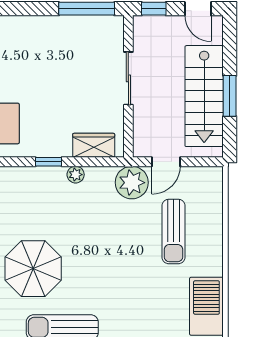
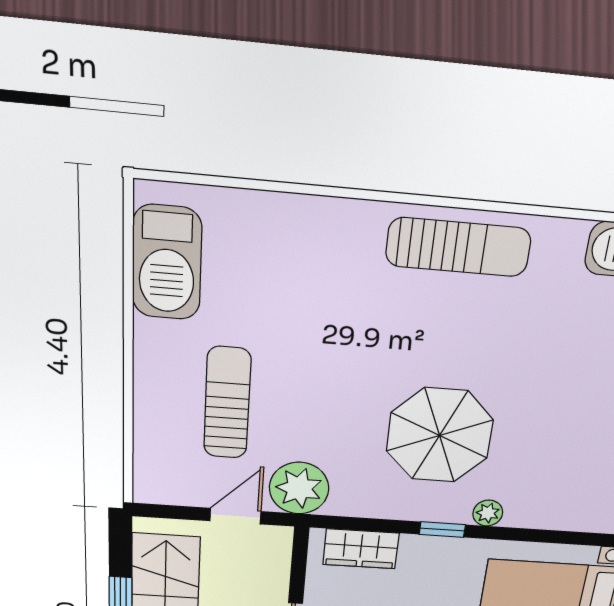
plant: (76, 175) -> (488, 513), moved
parasol: (33, 269) -> (440, 435), moved

